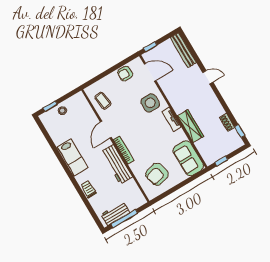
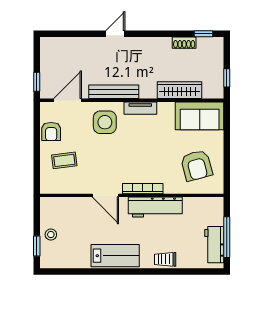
bench: (183, 50) -> (114, 92), moved
coffee table: (103, 101) -> (64, 160), moved
wardrobe: (190, 126) -> (180, 90), moved

